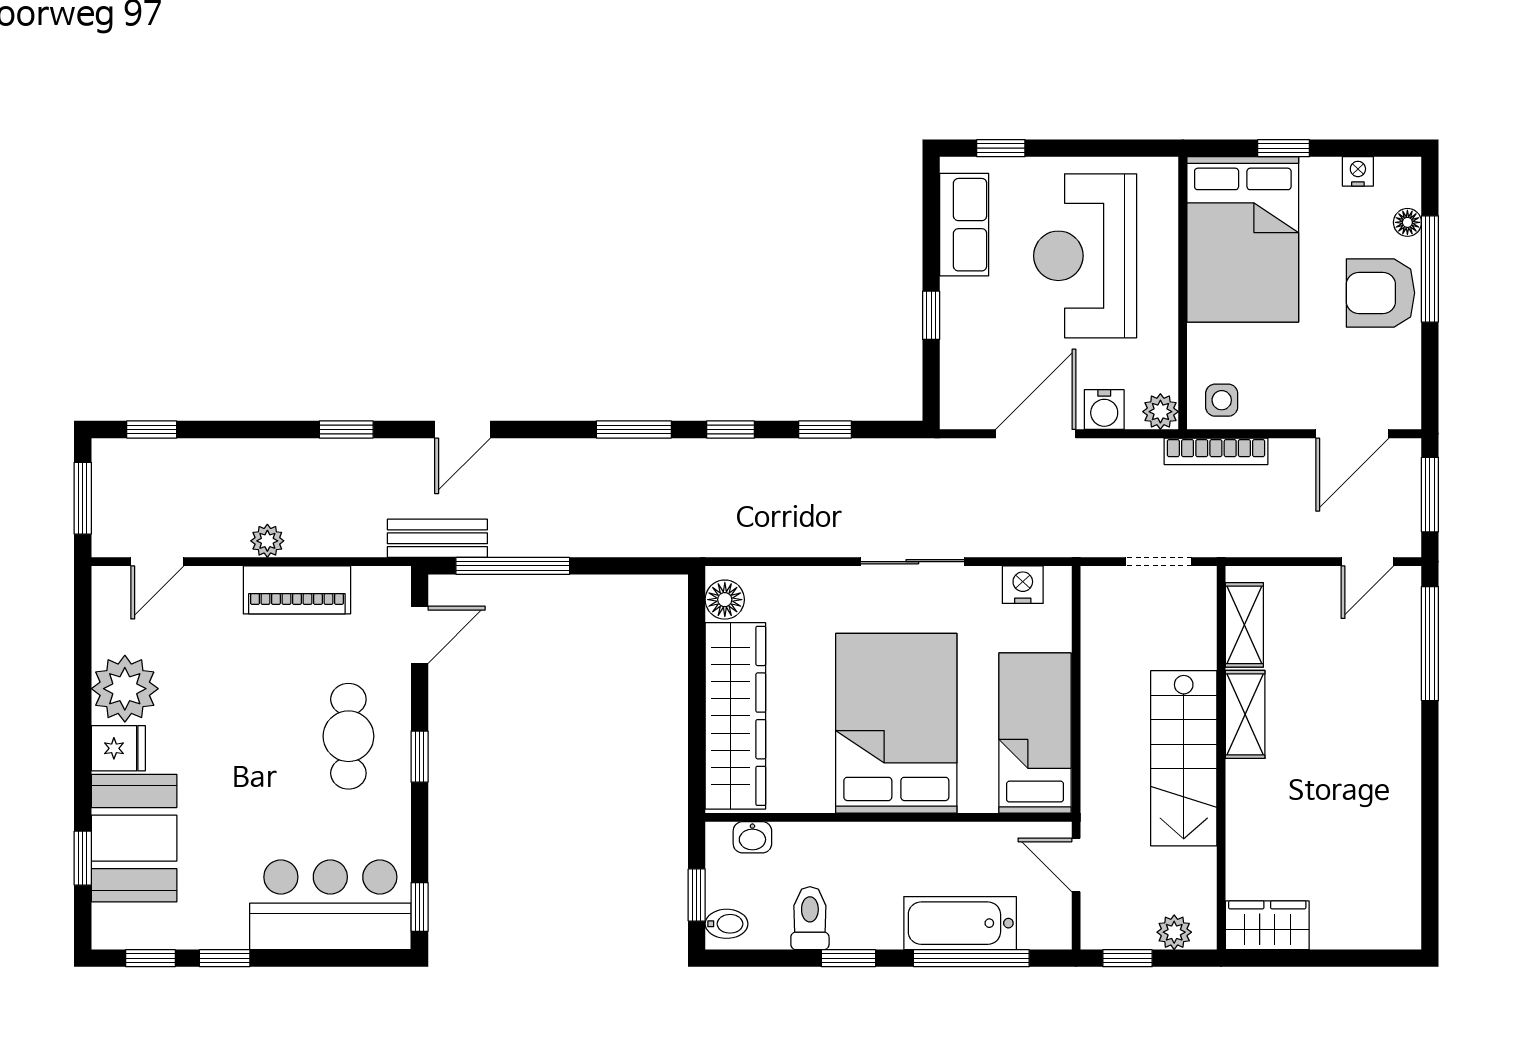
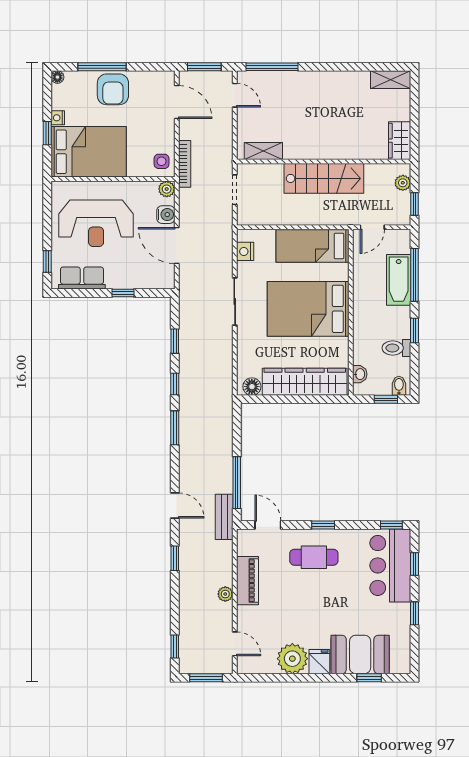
nightstand: (1358, 171) -> (58, 118), moved
floor lamp: (1407, 222) -> (57, 77), moved
shelving: (1245, 714) -> (391, 80), moved
window: (150, 958) -> (415, 564), moved

